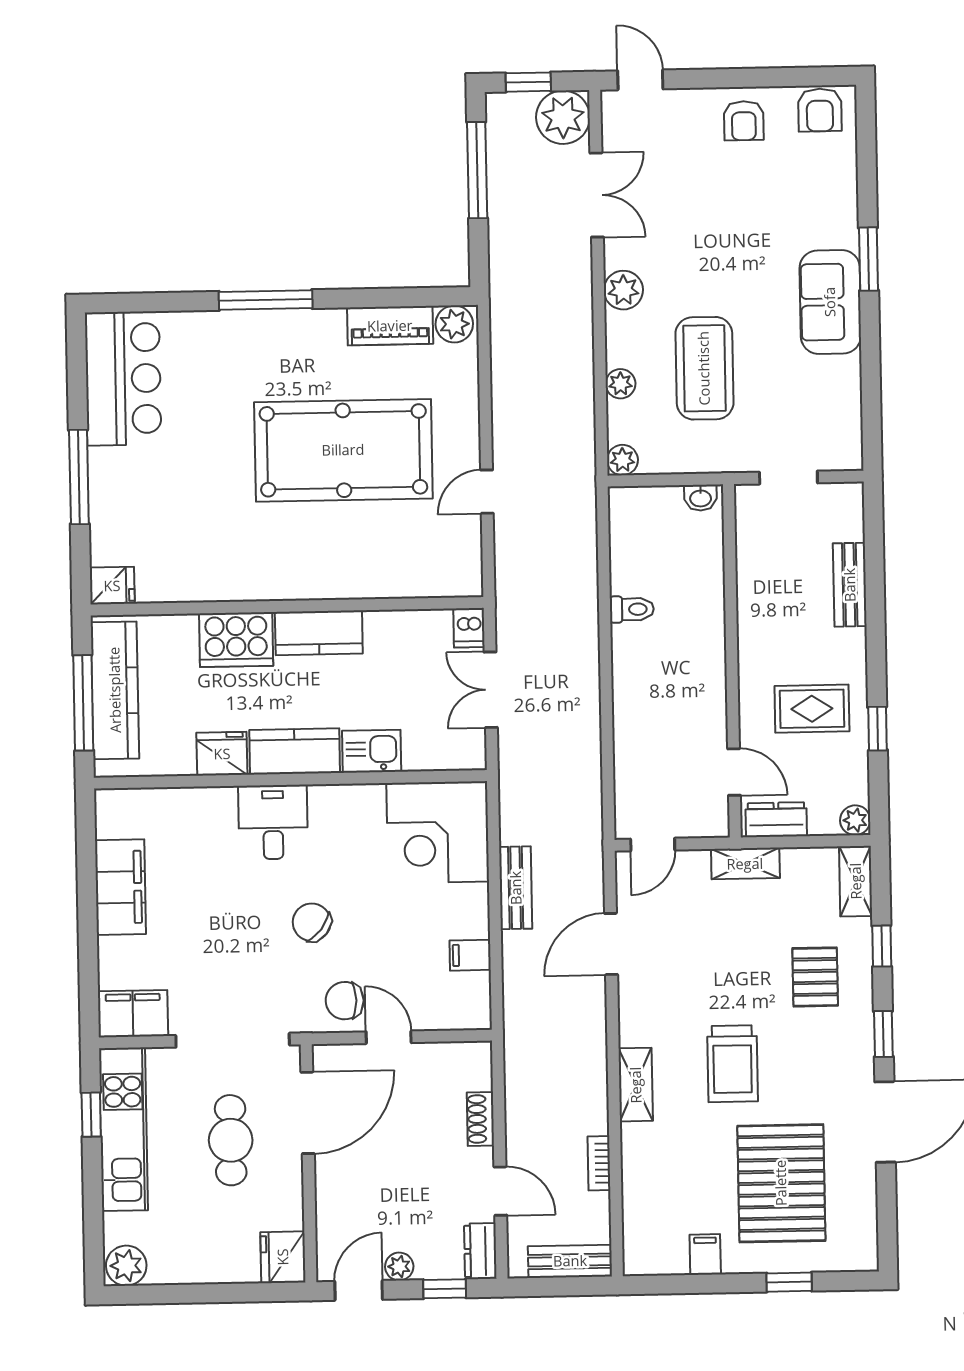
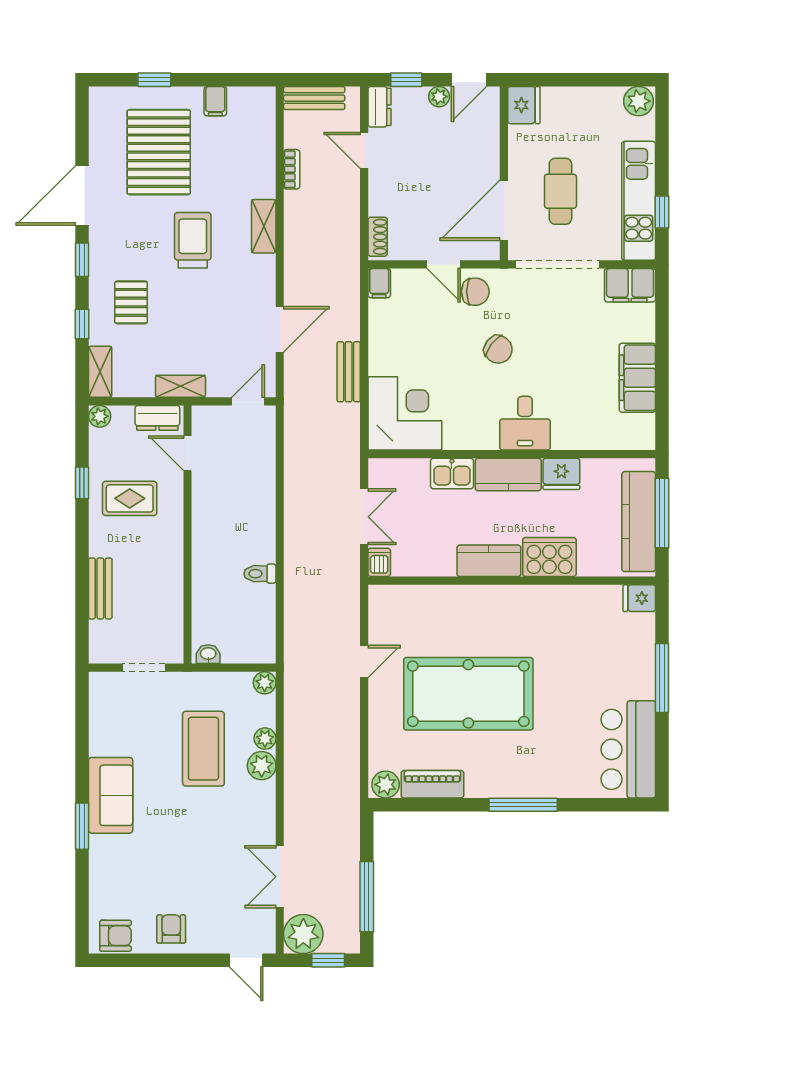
armchair: (820, 110) -> (116, 936), turned 90
plant: (623, 290) -> (262, 766), moved
filing cabinet: (470, 955) -> (379, 283), moved, turned 90
shoe rack: (480, 1119) -> (378, 237), moved

